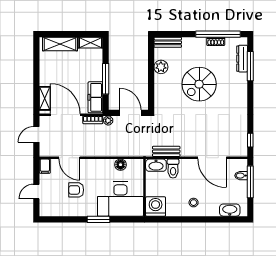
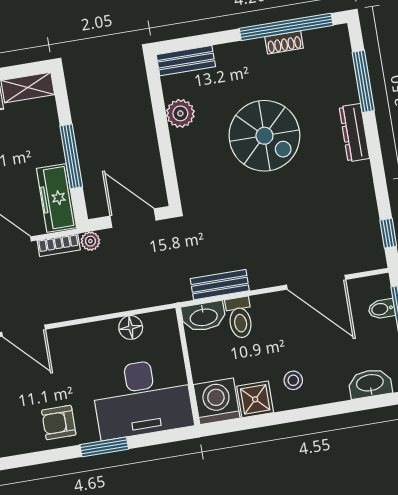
dresser: (242, 59) -> (354, 133), moved
spiral stairs: (199, 84) -> (264, 136), turned -90
armchair: (76, 190) -> (59, 423), moved
shower: (174, 209) -> (255, 399), added

